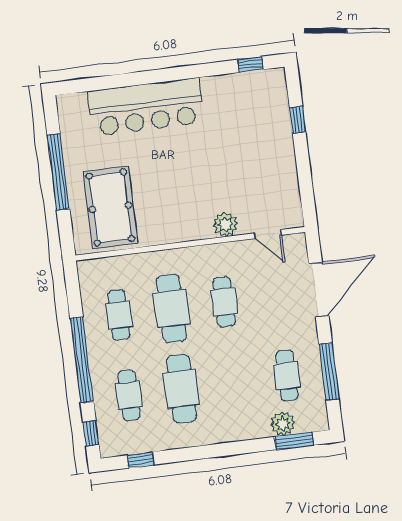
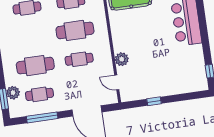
window: (298, 120) -> (154, 101), moved
door: (268, 234) -> (117, 82), hinge flipped
cafe table: (181, 389) -> (35, 66), moved

